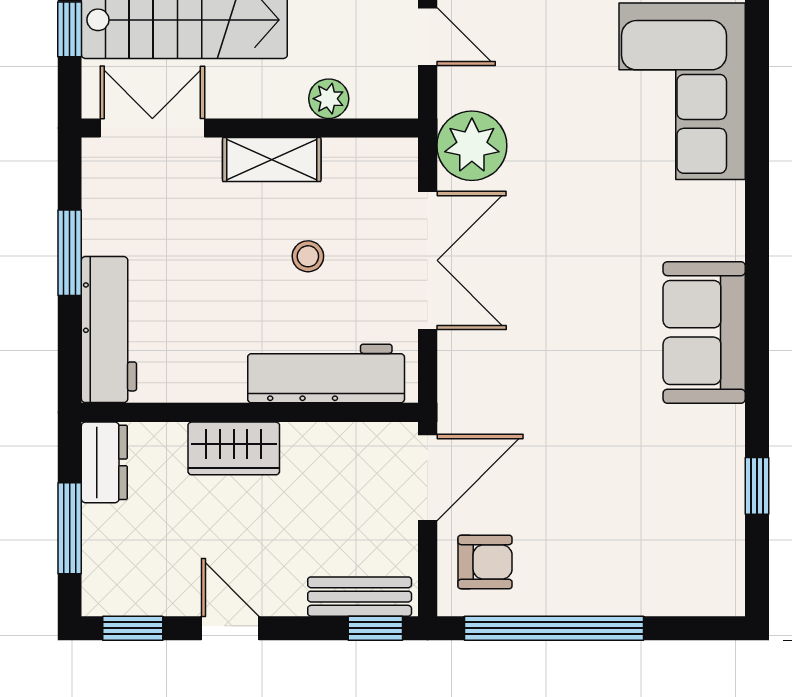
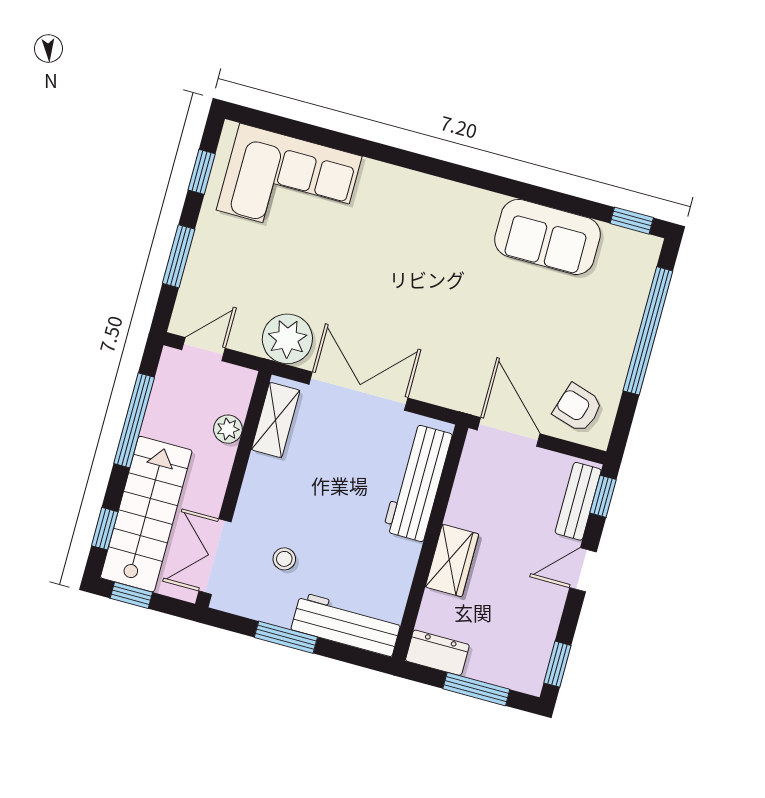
shelving: (272, 160) -> (276, 420), moved
stool: (308, 256) -> (284, 559), moved
sofa: (704, 332) -> (547, 237), moved
window: (757, 486) -> (632, 221), moved
armchair: (485, 562) -> (578, 408), turned -73
door: (230, 628) -> (583, 570), moved
window: (554, 628) -> (648, 331), moved

